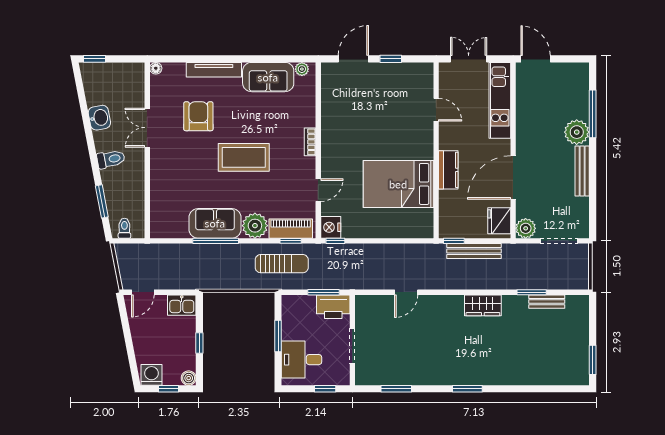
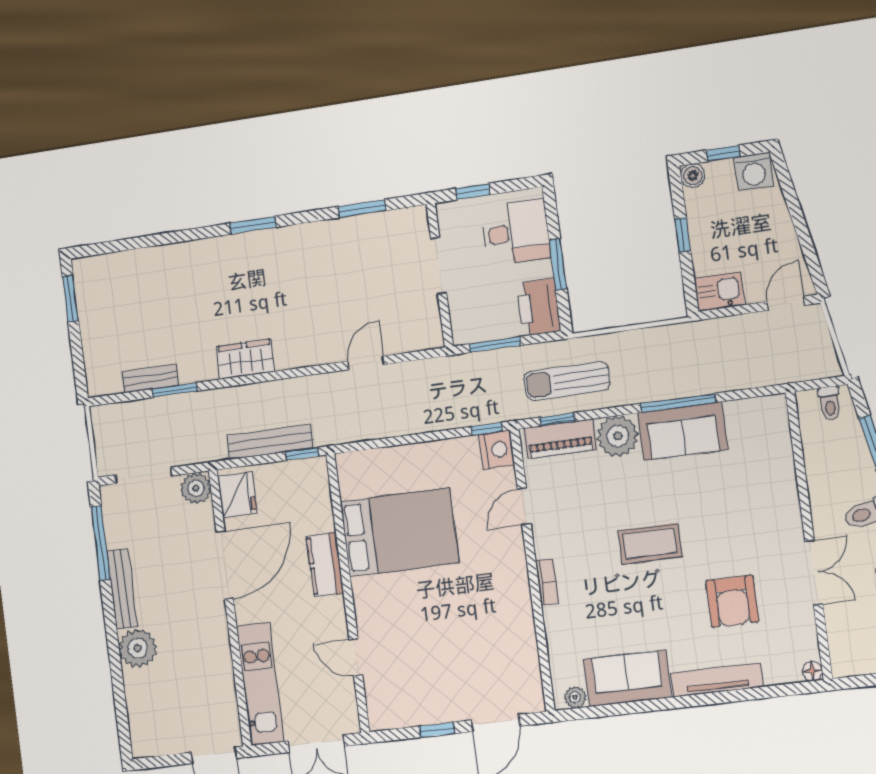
window: (593, 114) -> (101, 543), moved
coffee table: (244, 157) -> (650, 544), width x0.73, depth x0.76
printer: (333, 307) -> (539, 307), moved, turned -90

